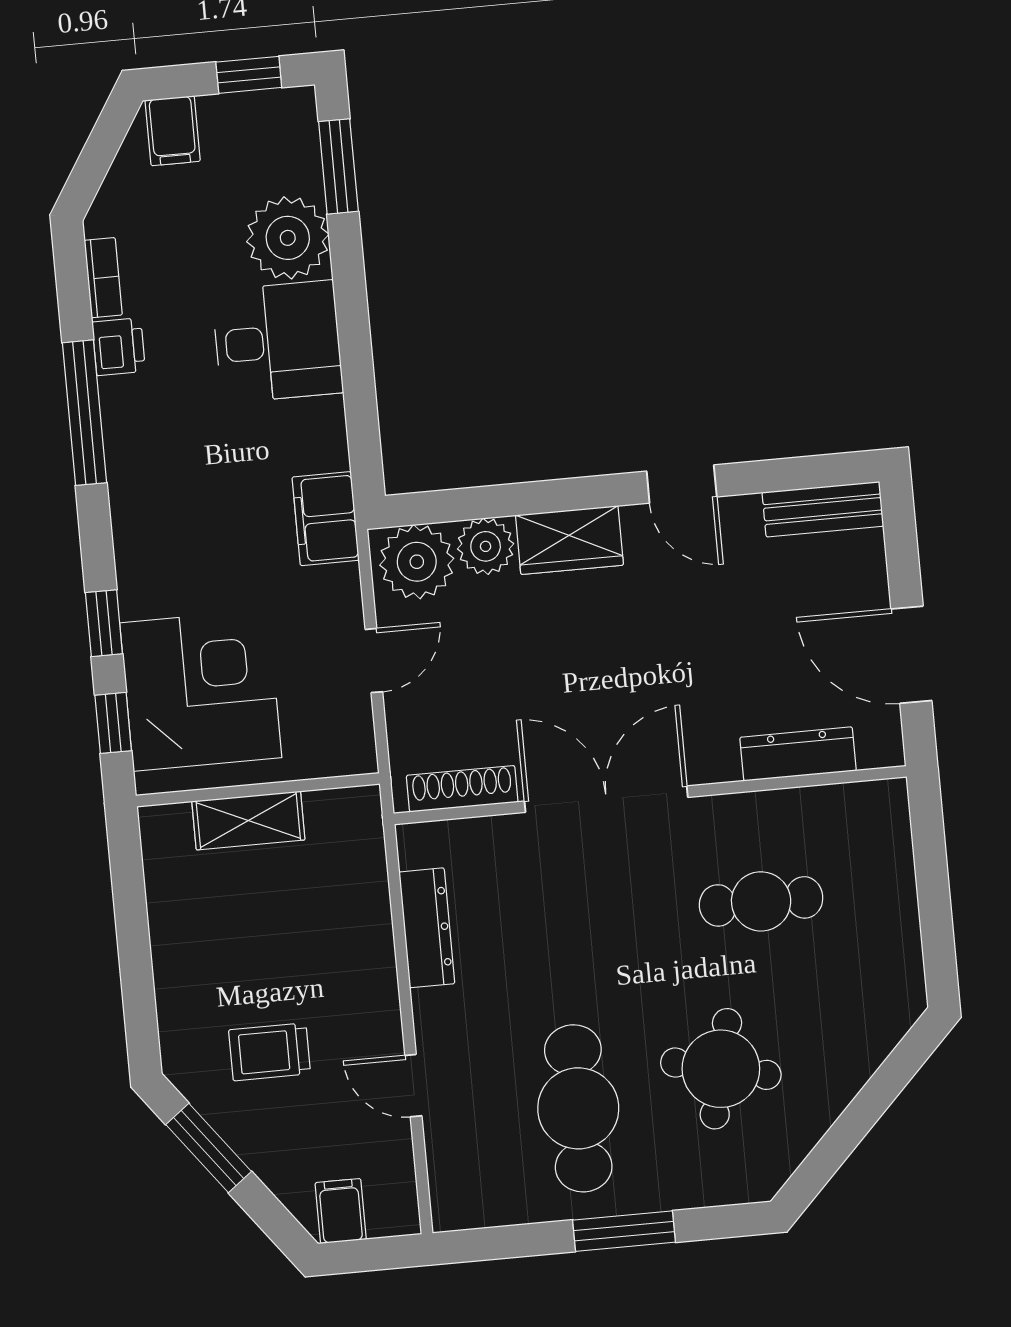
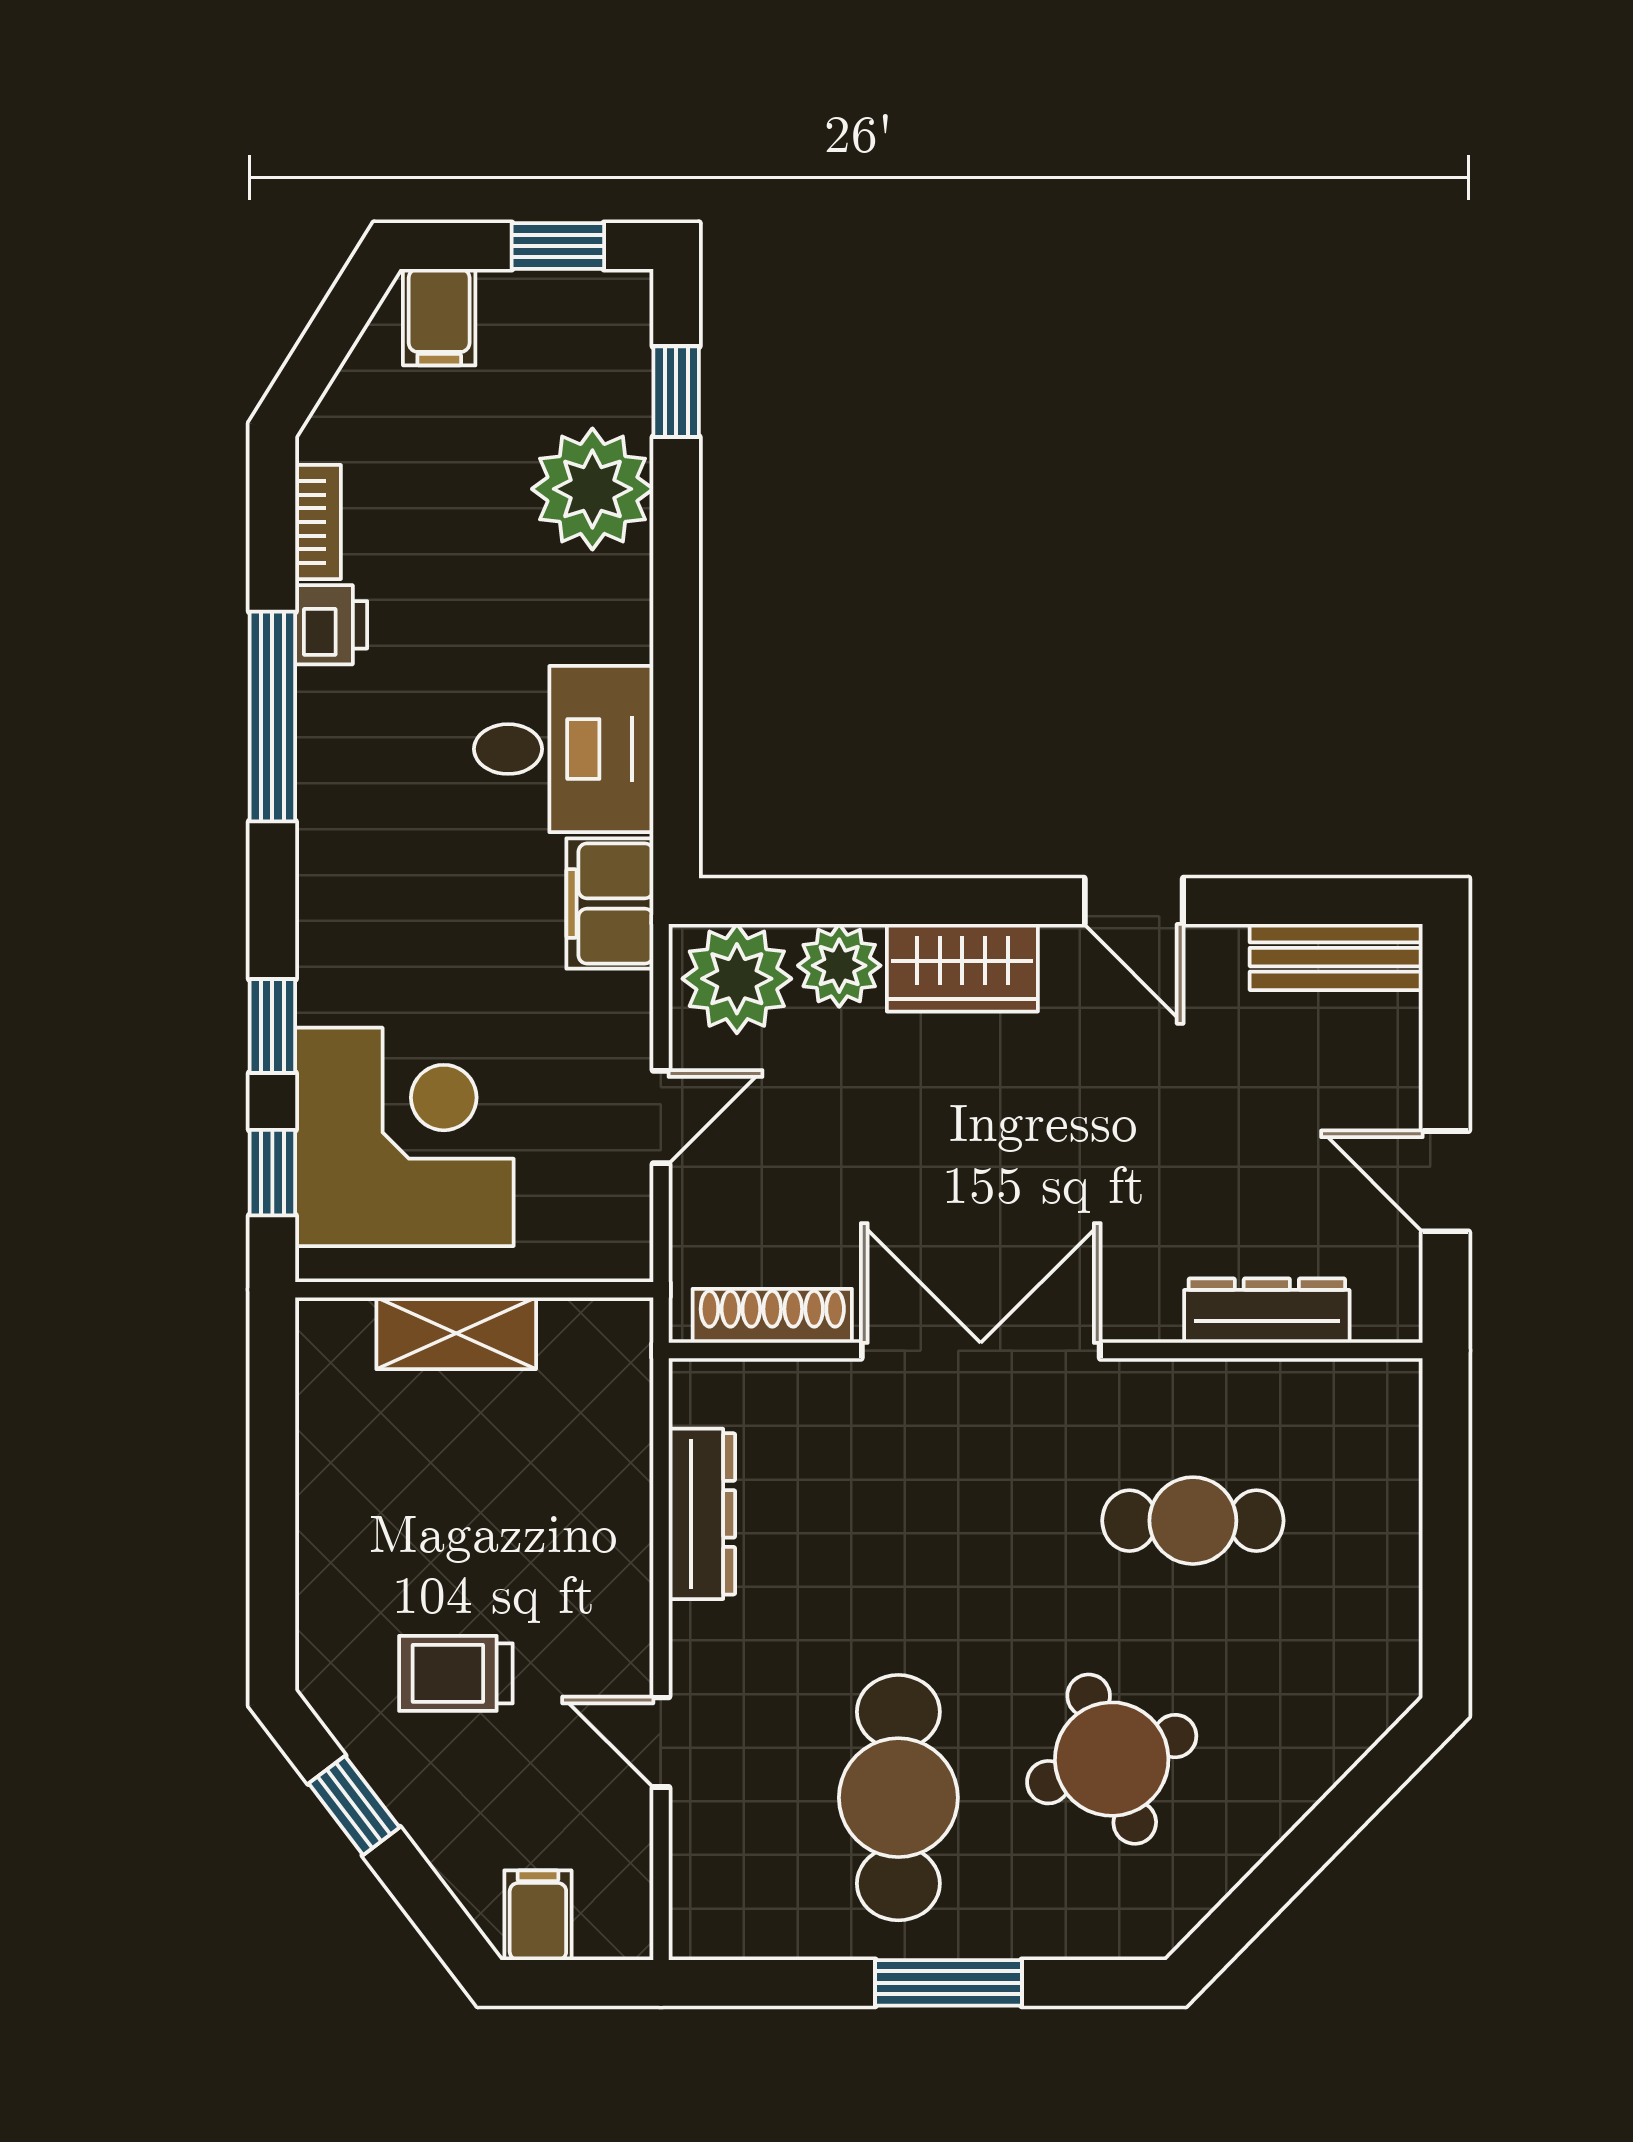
window: (338, 166) -> (676, 392), width x0.67
desk: (278, 342) -> (564, 749), moved
door: (911, 655) -> (1446, 1181), width x0.73
round table: (721, 1069) -> (1112, 1759), turned -33
window: (209, 1148) -> (354, 1805), width x0.67

